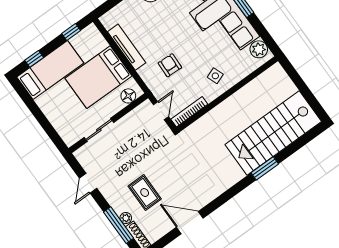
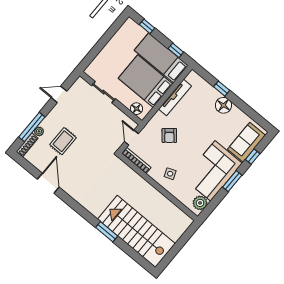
armchair: (170, 65) -> (169, 136), turned 138
bed: (50, 70) -> (161, 58), moved, turned 180
door: (161, 111) -> (131, 138), swing flipped

